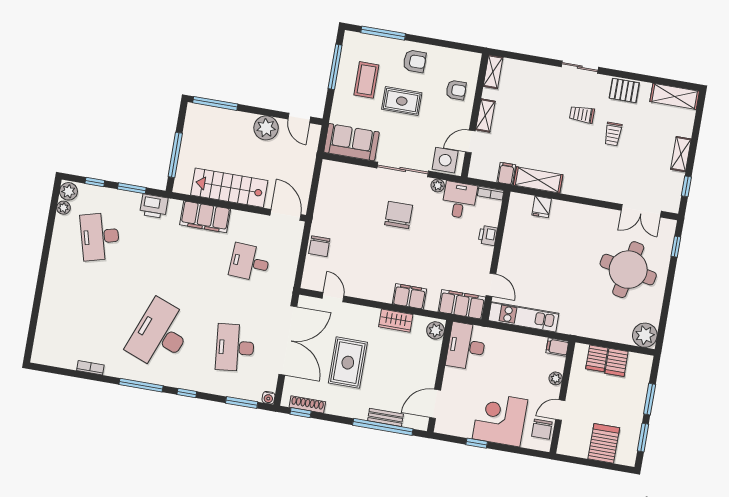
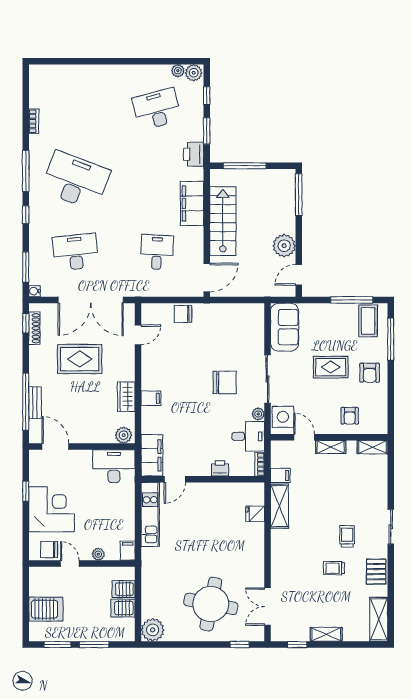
coffee table: (366, 80) -> (368, 321), moved, turned 90
rug: (402, 101) -> (331, 367), turned 90
filing cabinet: (409, 296) -> (151, 398), width x0.50

